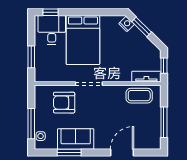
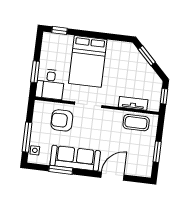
nightstand: (127, 24) -> (132, 51), removed
desk: (52, 30) -> (50, 84), moved, turned 180
tv unit: (146, 77) -> (133, 103), moved
window: (164, 122) -> (157, 152), width x0.69
sofa: (76, 139) -> (75, 158), width x1.36

